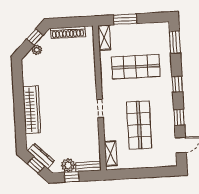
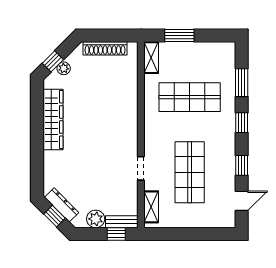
window: (35, 37) -> (53, 61), moved
window: (175, 42) -> (242, 83), moved
doorway: (100, 108) -> (141, 168), moved
wardrobe: (32, 110) -> (53, 119), moved
window: (72, 177) -> (116, 234), moved

